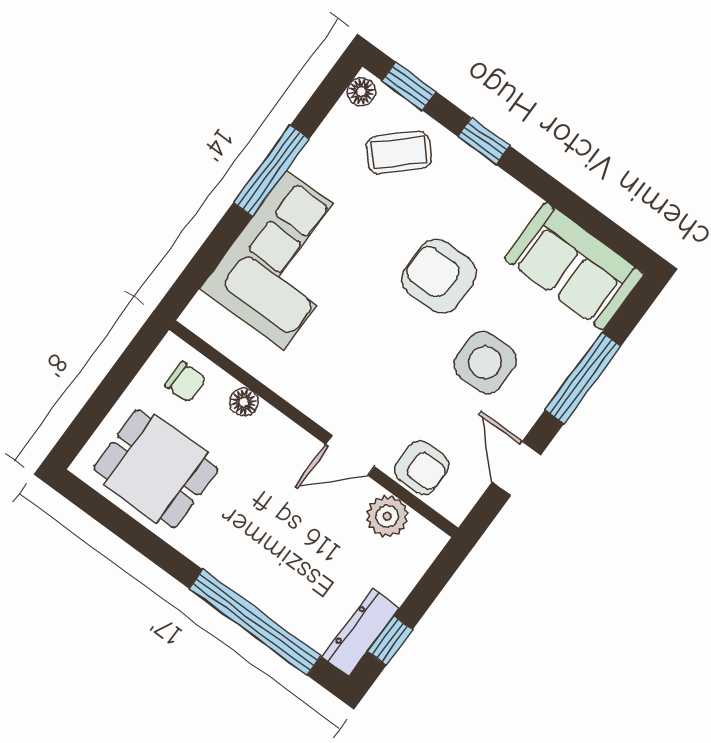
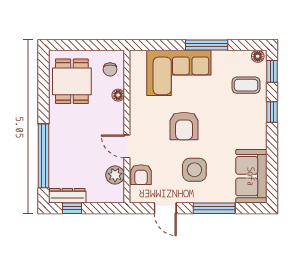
coffee table: (399, 152) -> (246, 85), turned -47
armchair: (439, 276) -> (184, 126), moved, turned 180
door: (516, 468) -> (165, 208), swing flipped

